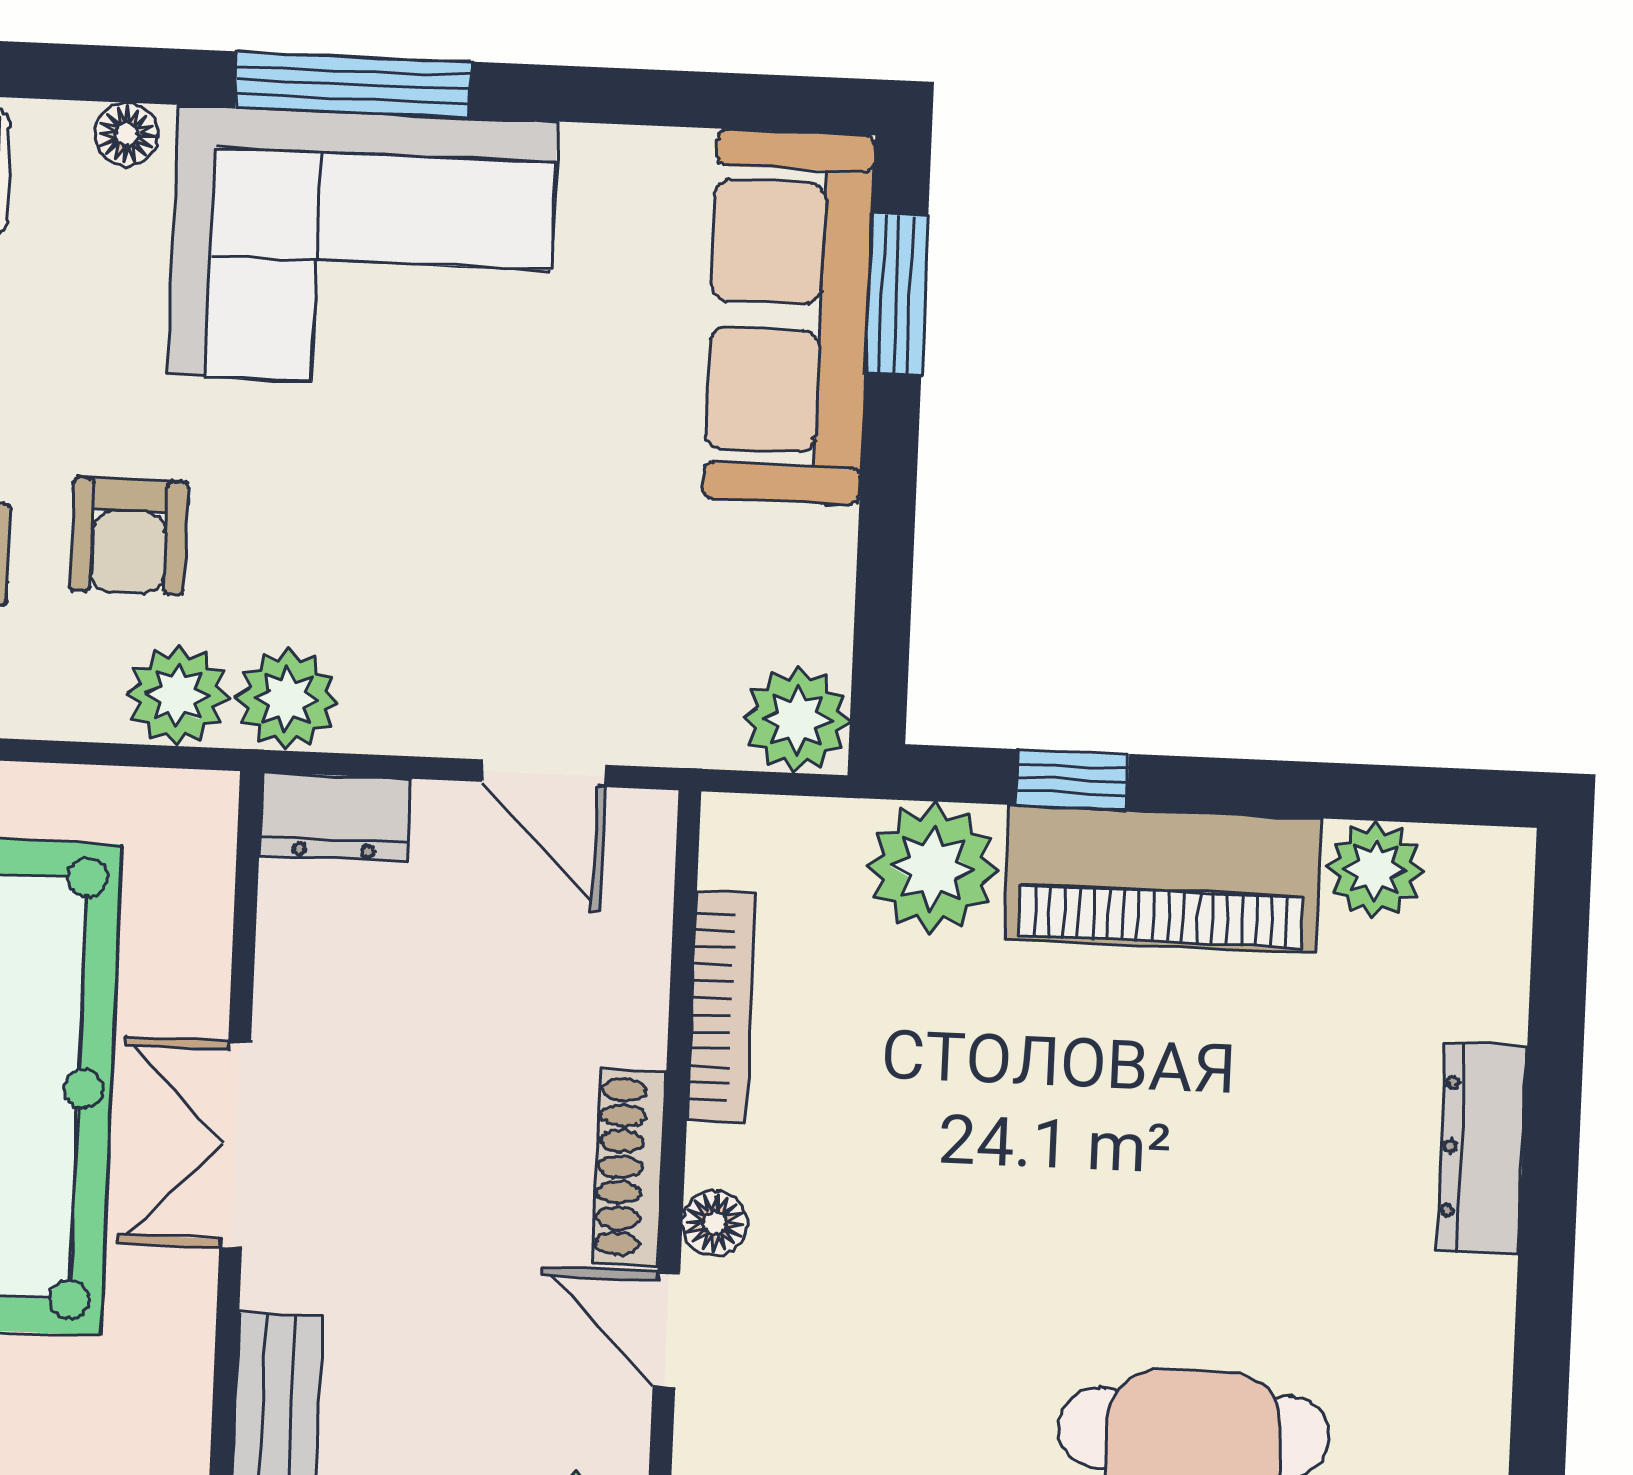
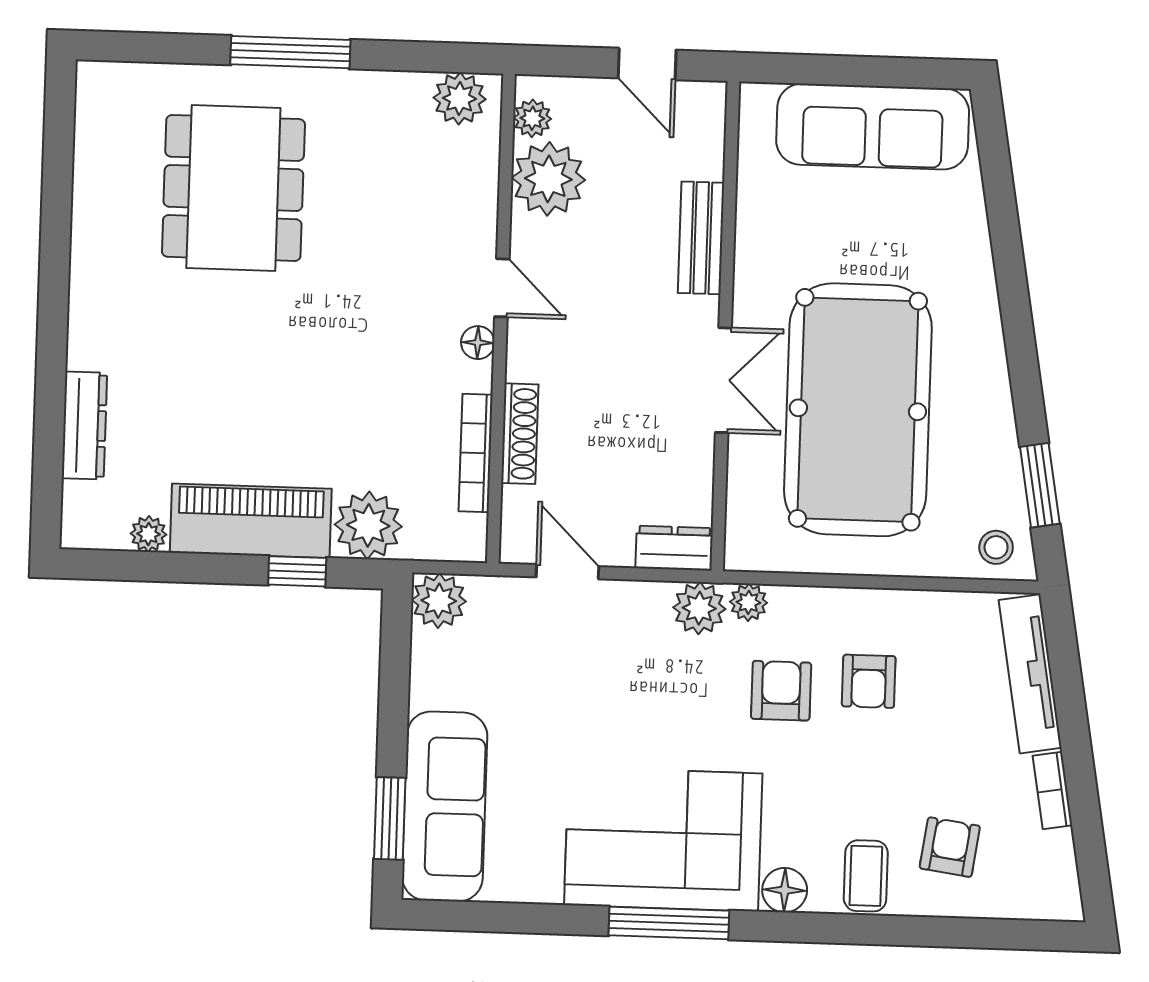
floor lamp: (127, 135) -> (785, 890), width x1.37, depth x1.37
plant: (178, 695) -> (749, 602), width x0.73, depth x0.73
plant: (1375, 869) -> (149, 534), width x0.73, depth x0.73
dresser: (1482, 1148) -> (84, 425), moved
shoe rack: (629, 1167) -> (520, 434), moved

